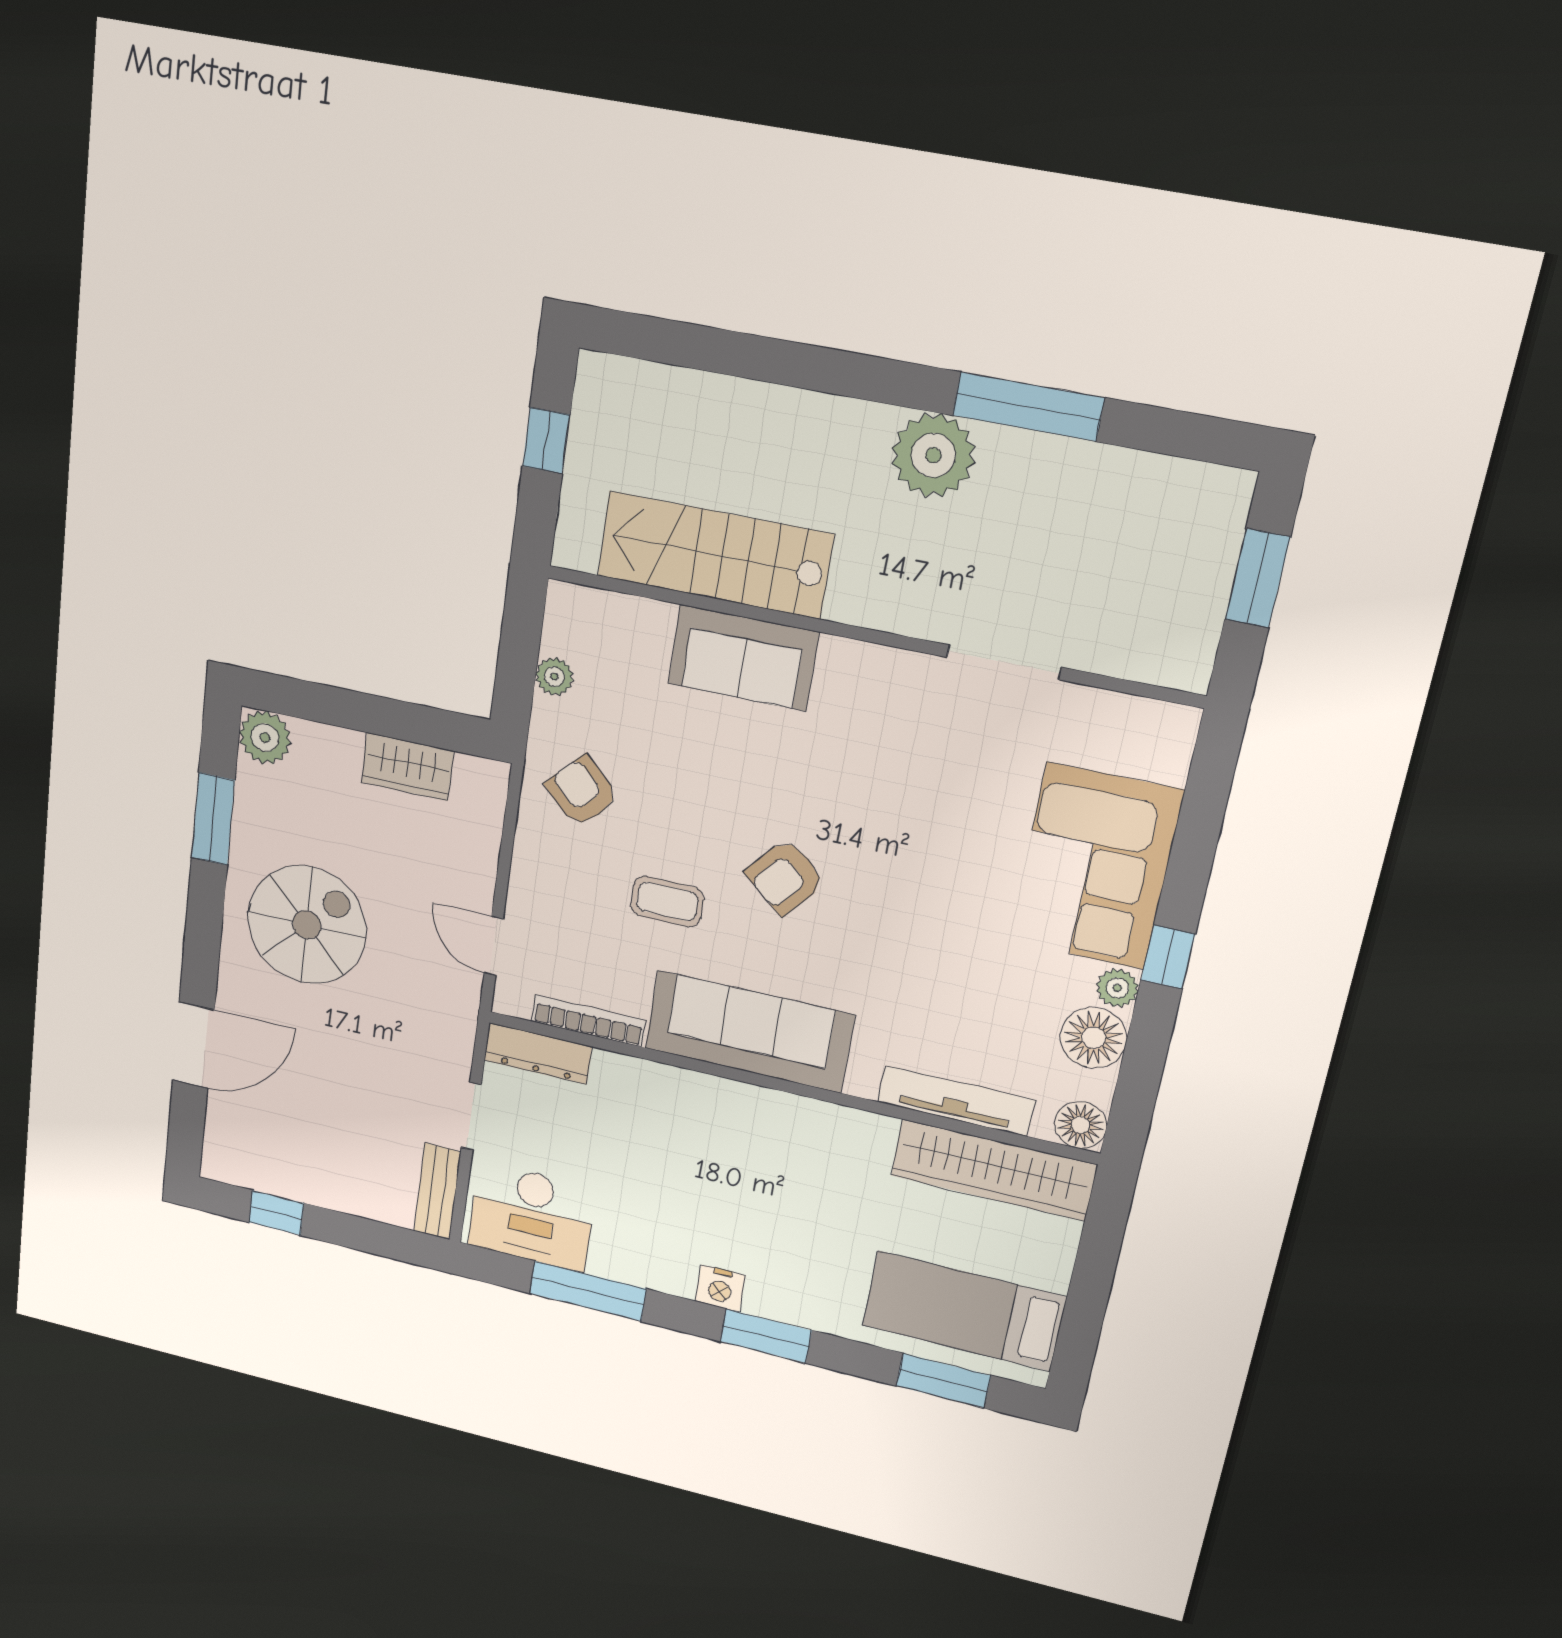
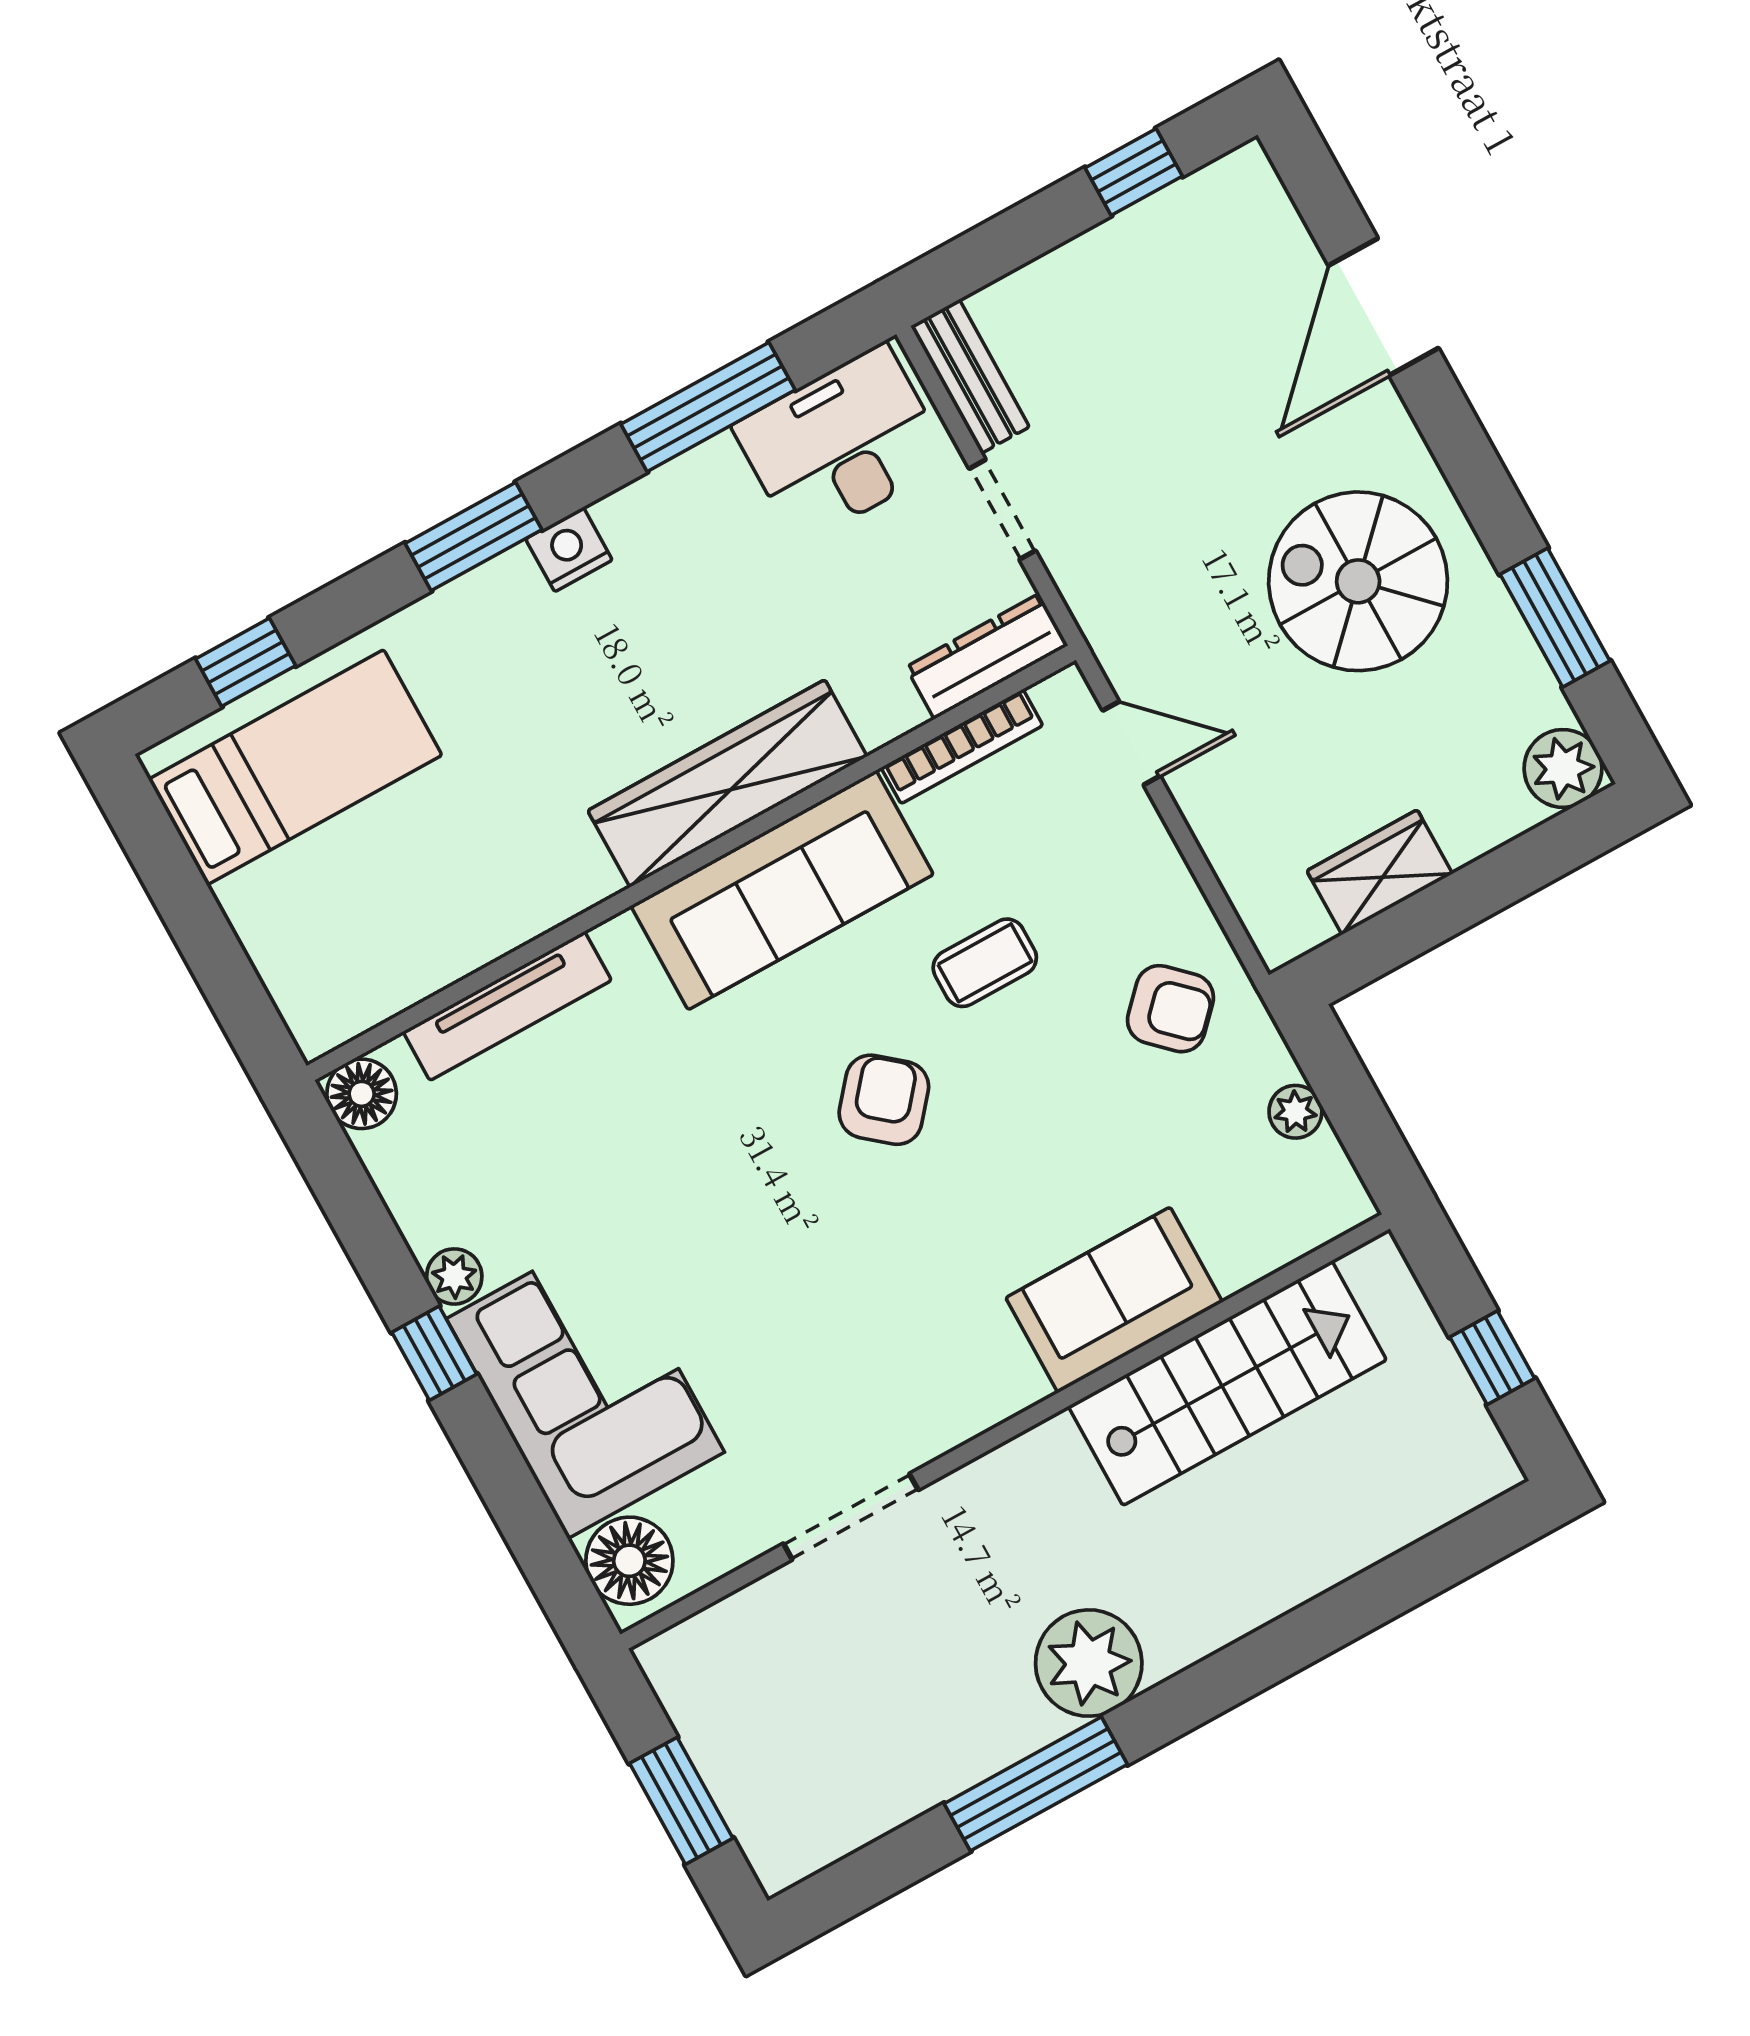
spiral stairs: (307, 925) -> (1358, 581), turned 90
floor lamp: (1093, 1038) -> (629, 1561), moved
wardrobe: (993, 1170) -> (727, 784), moved
window: (943, 1381) -> (246, 662), width x0.67

